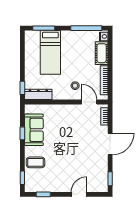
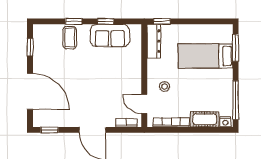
door: (89, 102) -> (144, 104), swing flipped
window: (22, 178) -> (74, 21), moved
door: (79, 194) -> (30, 91), width x1.87

